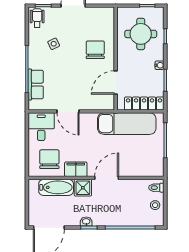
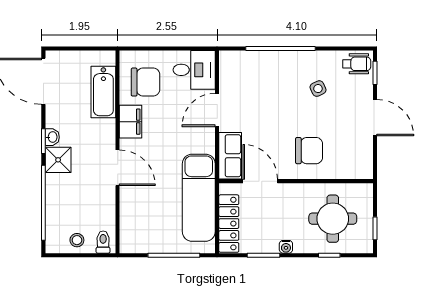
row of seats: (36, 85) -> (230, 156), moved, turned -90
shower: (83, 188) -> (58, 160), moved

